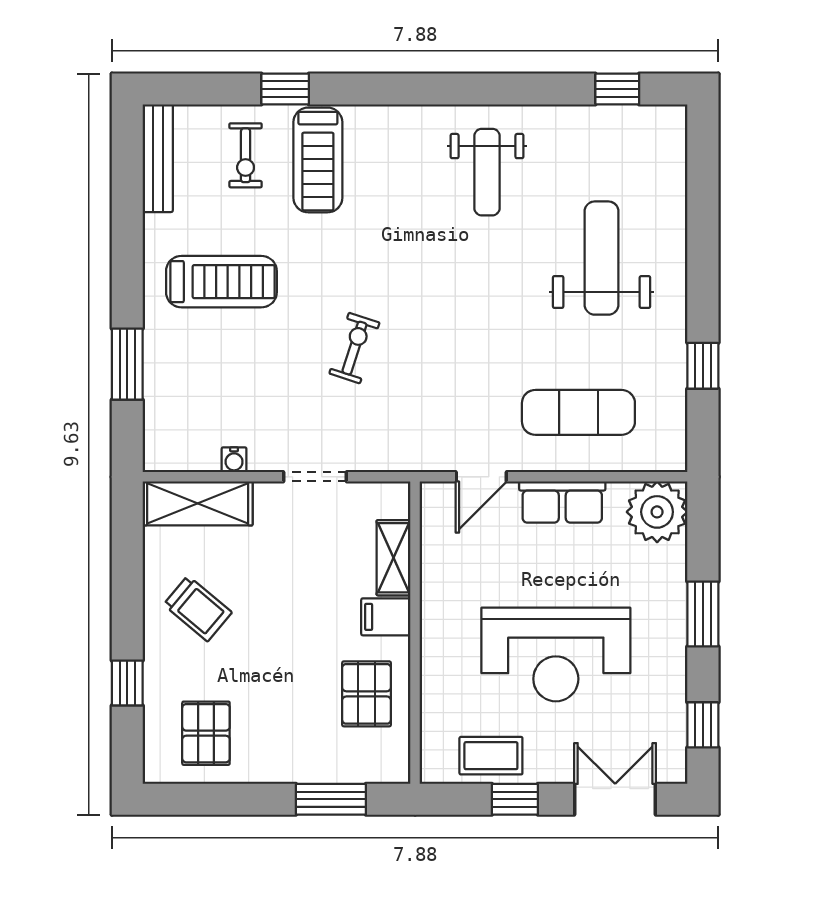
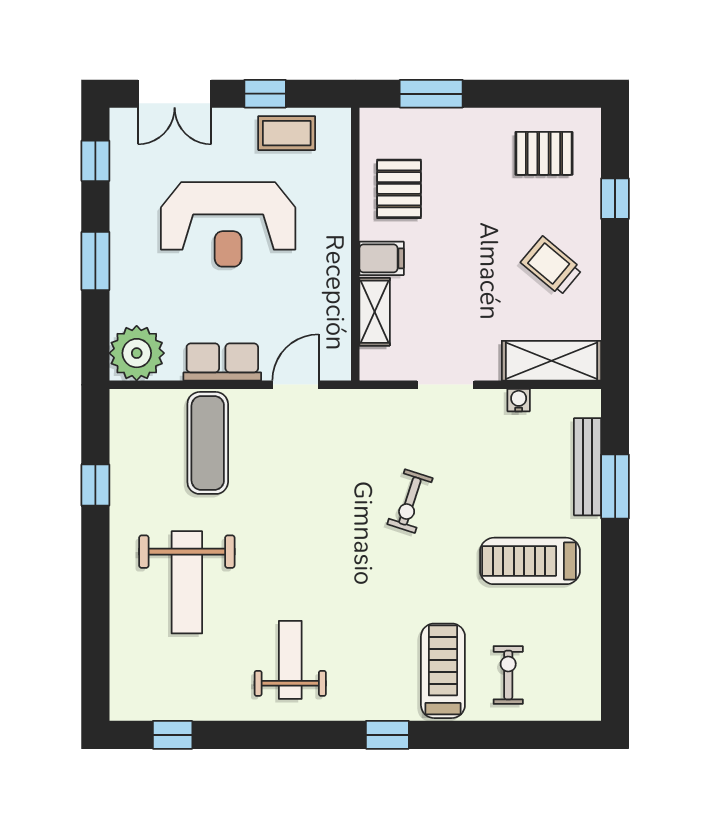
window: (285, 89) -> (387, 735), moved
bench: (158, 158) -> (588, 467), moved
exercise mat: (578, 412) -> (208, 443), turned 90
reception desk: (556, 654) -> (228, 224), turned 180
pallet: (206, 733) -> (544, 153), turned 90

